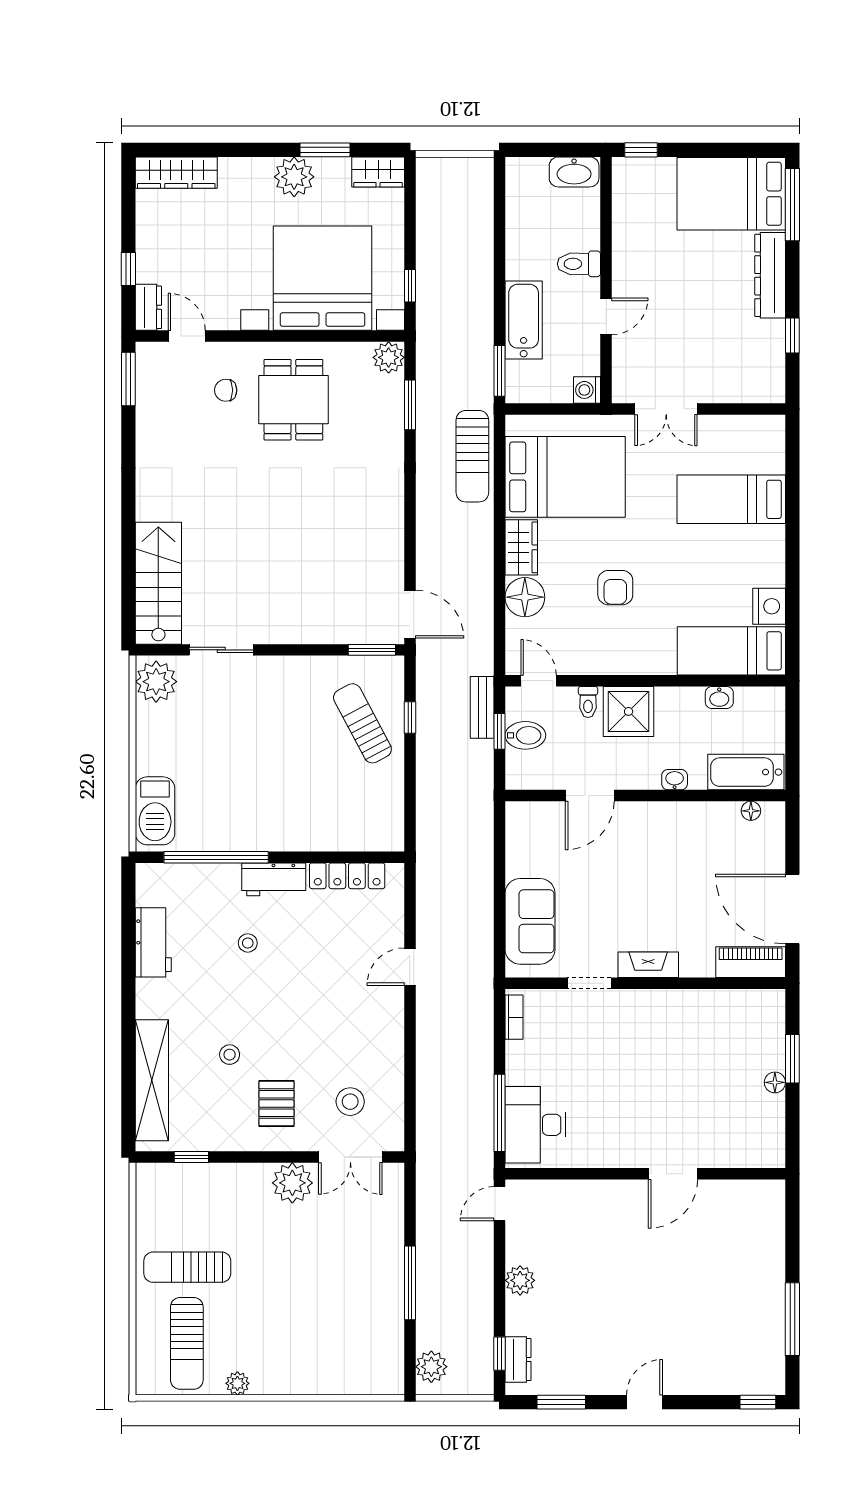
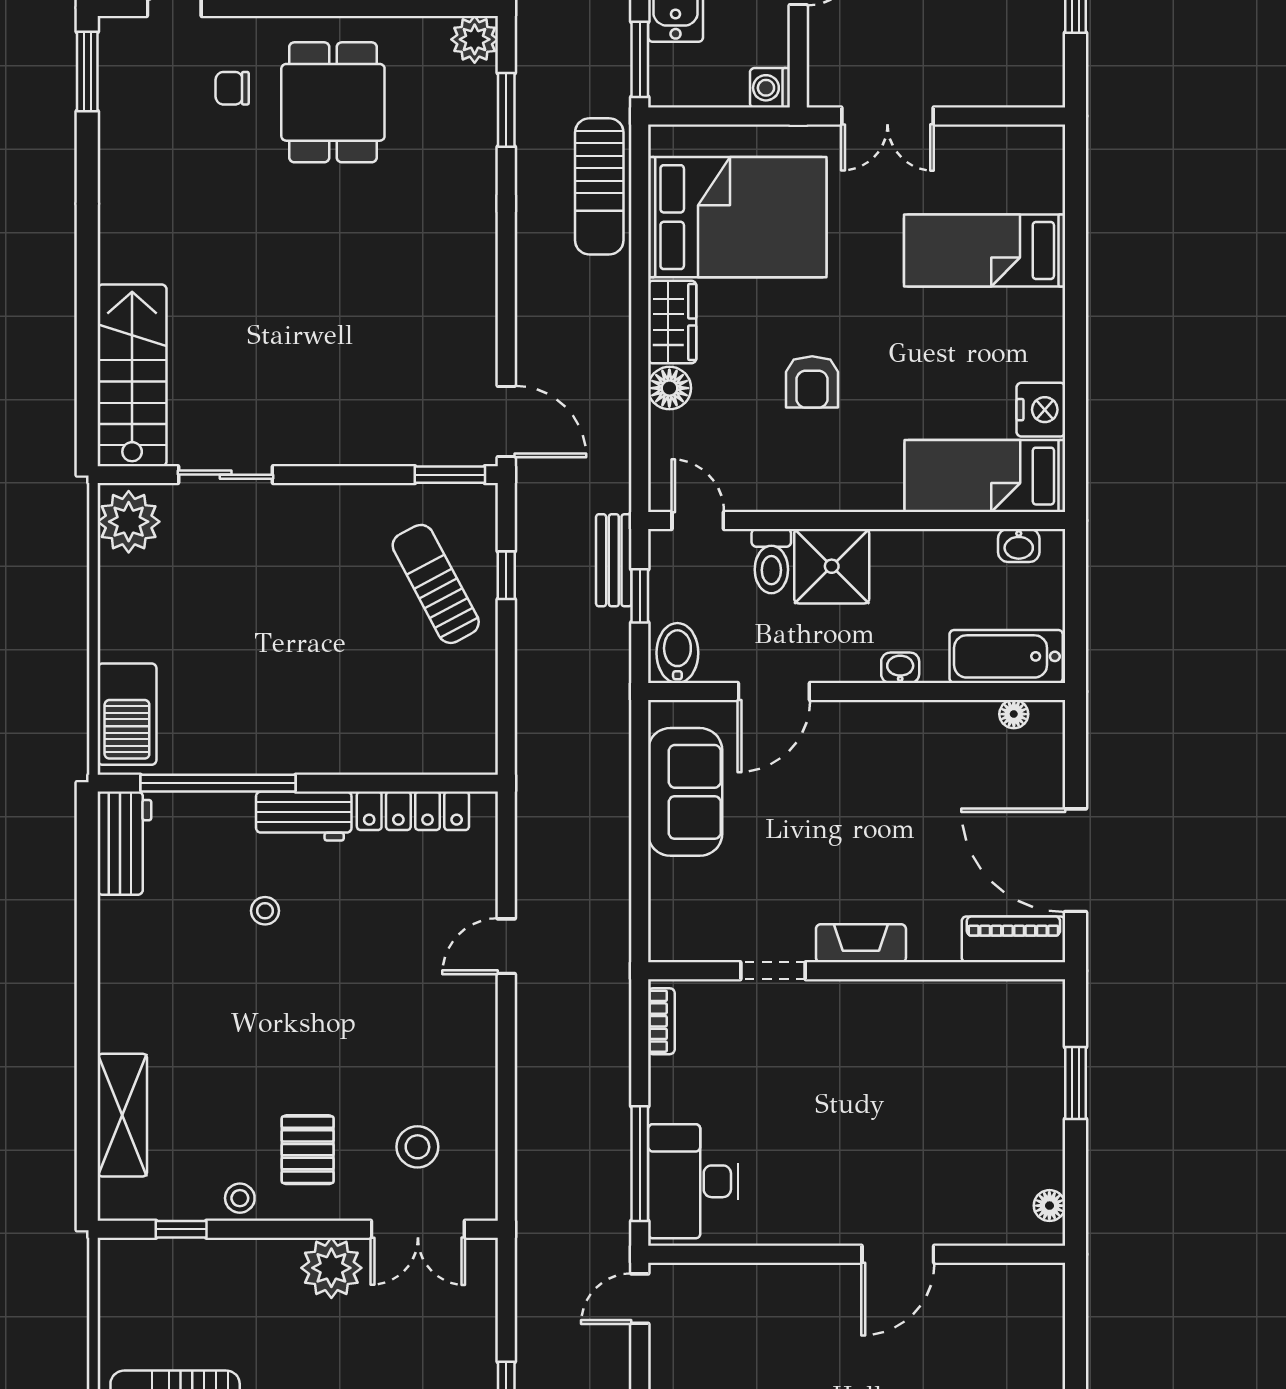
floor lamp: (525, 597) -> (669, 388), width x0.73, depth x0.73
washbasin: (719, 697) -> (1019, 545), moved
toilet: (588, 702) -> (771, 561), width x1.37, depth x1.39
bidet: (525, 735) -> (677, 653), moved, turned -90
sofa: (530, 921) -> (685, 792), moved
workbench: (153, 942) -> (124, 843), moved
stool: (230, 1055) -> (240, 1198), moved
shelving: (152, 1080) -> (122, 1115), width x0.68
floor lamp: (775, 1082) -> (1049, 1206), moved

